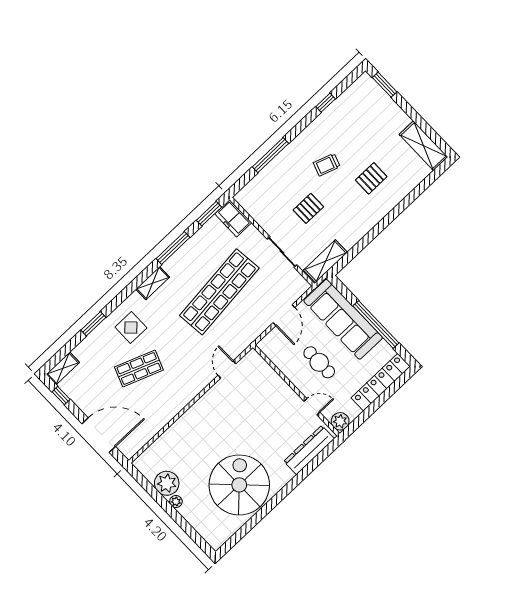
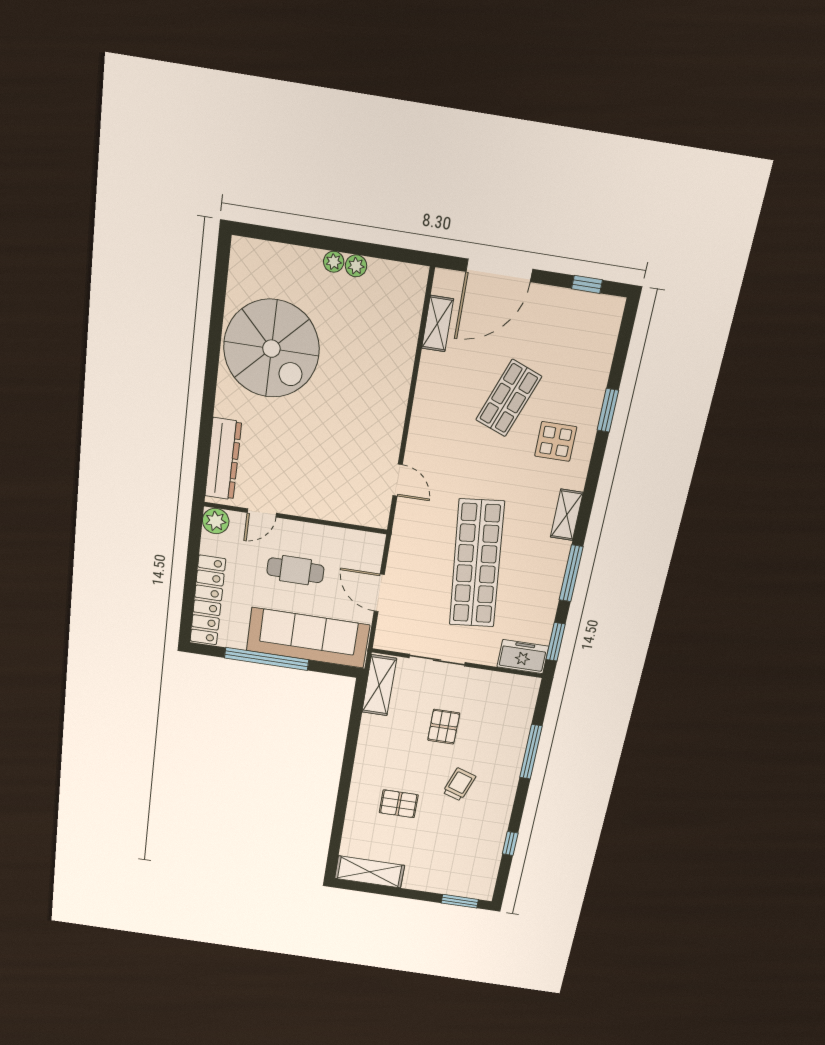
pallet: (371, 178) -> (399, 804), turned 90
shelving: (63, 368) -> (438, 324), moved
plant: (167, 483) -> (356, 266), width x0.53, depth x0.53

